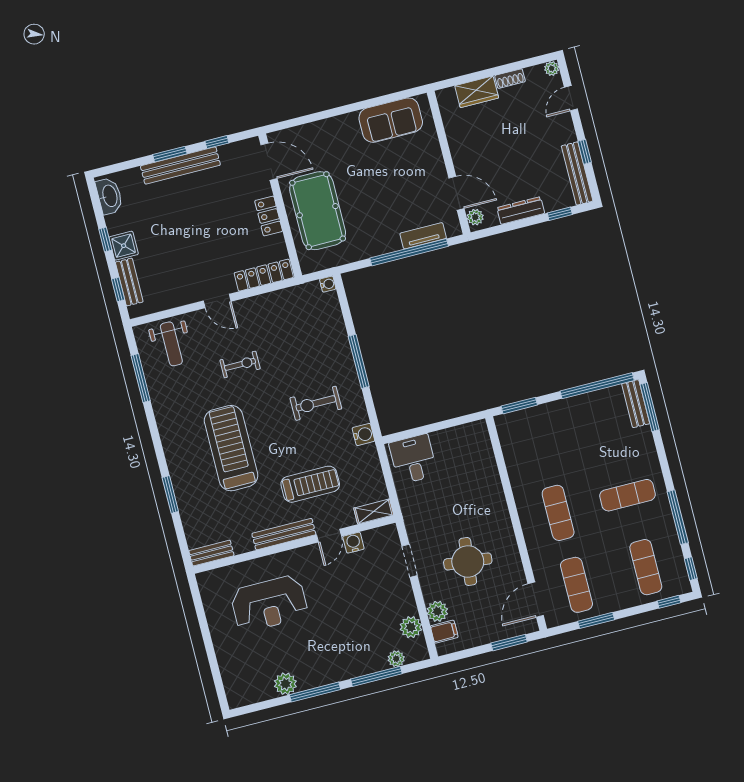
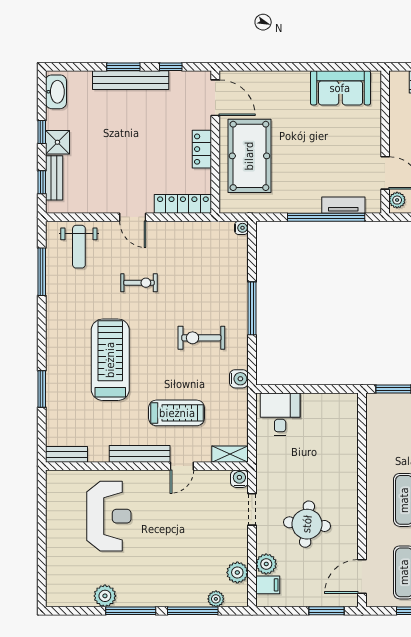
water cooler: (353, 543) -> (239, 479), moved
reception desk: (269, 604) -> (109, 516), turned -90

